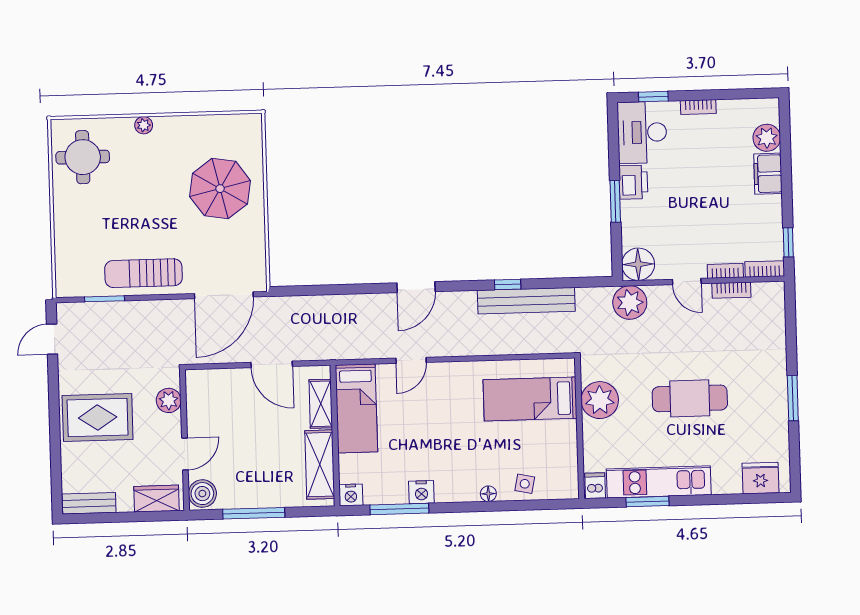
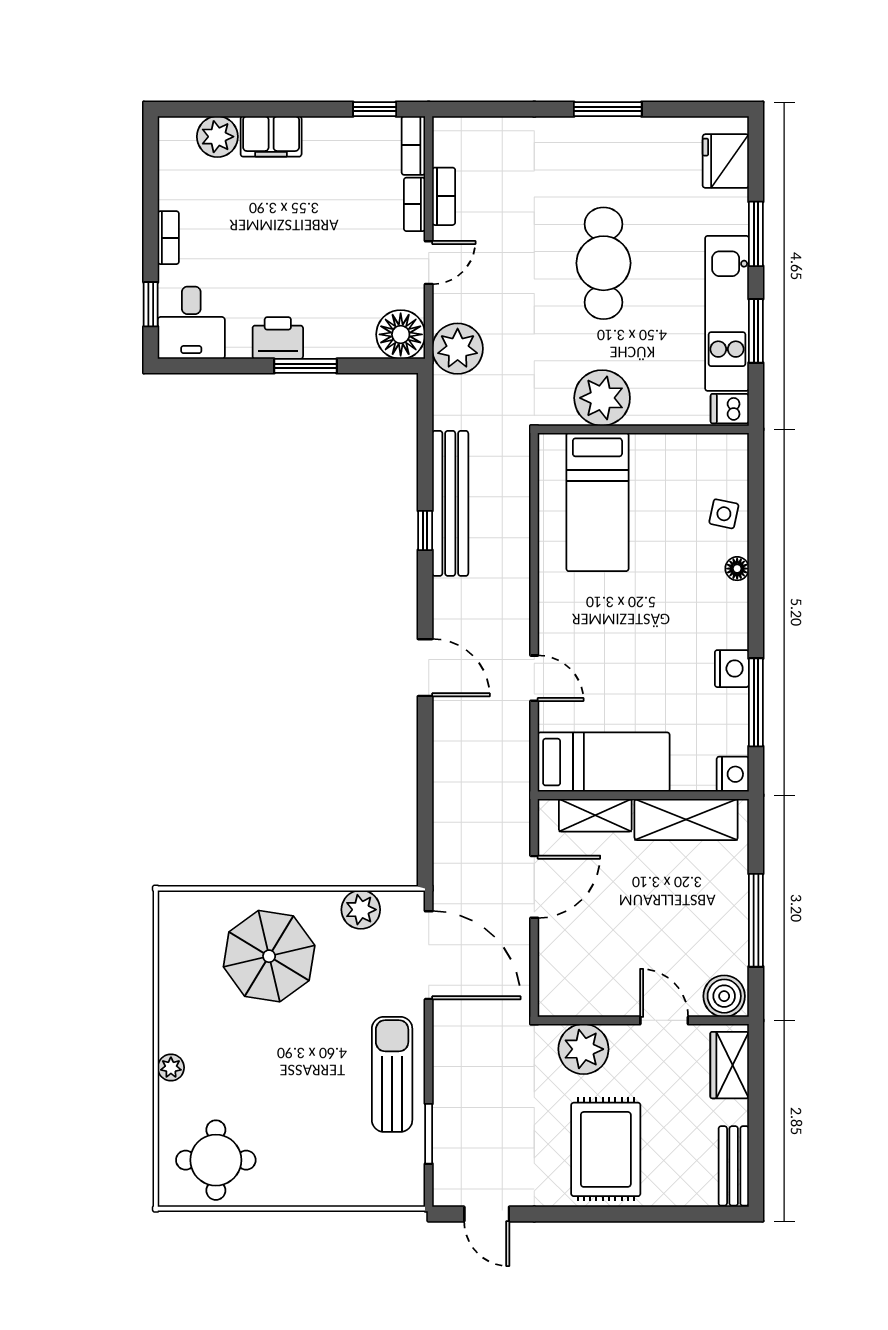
desk: (642, 132) -> (191, 323), width x0.73
plant: (253, 249) -> (361, 910), added
sun lounger: (143, 273) -> (392, 1074), turned 180
plant: (169, 400) -> (583, 1049), width x1.36, depth x1.36
window: (712, 500) -> (756, 234), added

